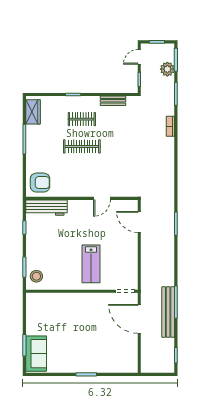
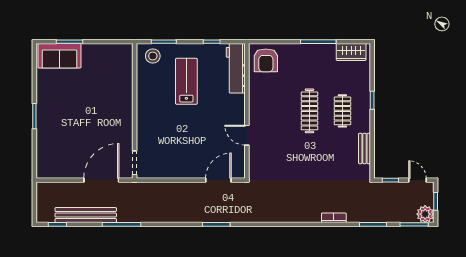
plant: (167, 69) -> (425, 214), moved
lab bench: (91, 264) -> (186, 81), moved, turned 90
bench: (168, 312) -> (86, 215), moved

